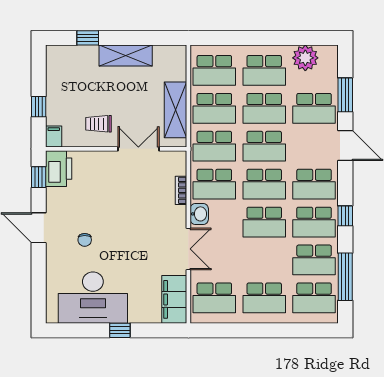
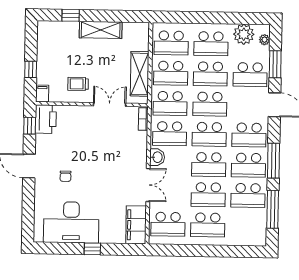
plant: (331, 64) -> (265, 40), added
bookcase: (181, 190) -> (143, 119), moved
window: (345, 216) -> (273, 161), width x2.17
school desk: (314, 298) -> (208, 195), moved

